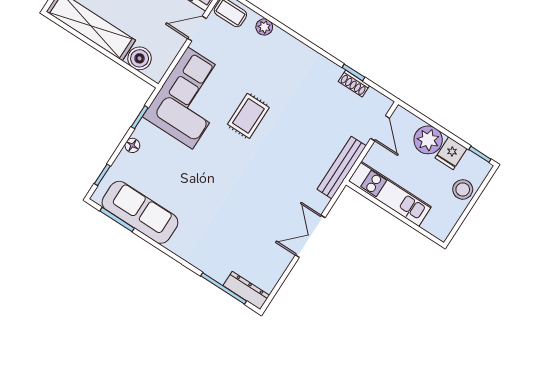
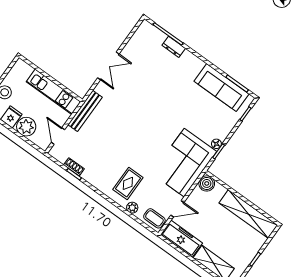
boiler: (140, 58) -> (207, 183), moved
rug: (248, 116) -> (128, 183), moved
floor lamp: (132, 145) -> (216, 144), moved
dresser: (246, 290) -> (174, 47), moved, width x0.70

